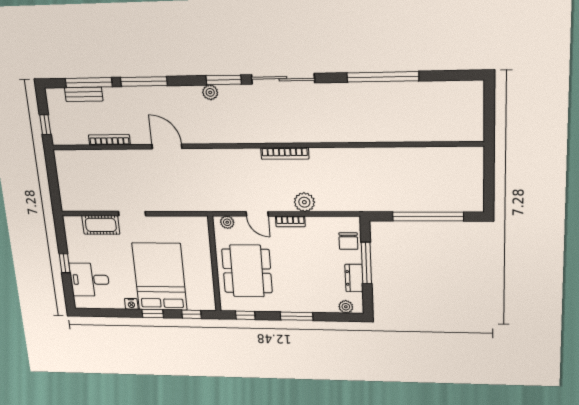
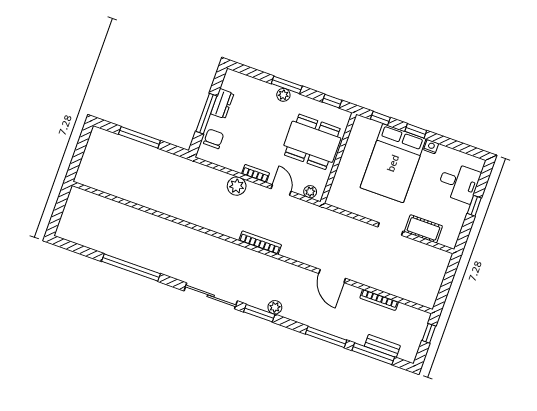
bookcase: (285, 153) -> (260, 243), moved
window: (428, 216) -> (139, 137), width x0.68
dining table: (247, 271) -> (312, 142), turned 90
plant: (346, 307) -> (283, 95), moved

